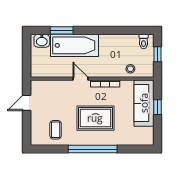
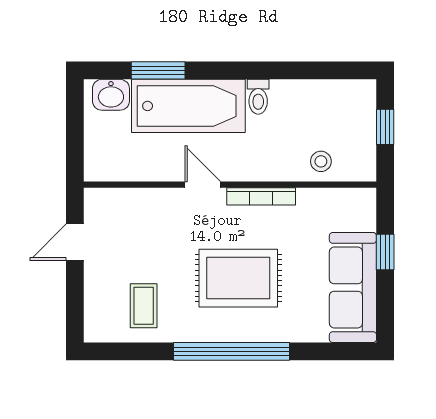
toilet: (144, 42) -> (258, 97), moved
sofa: (144, 103) -> (353, 287), moved

